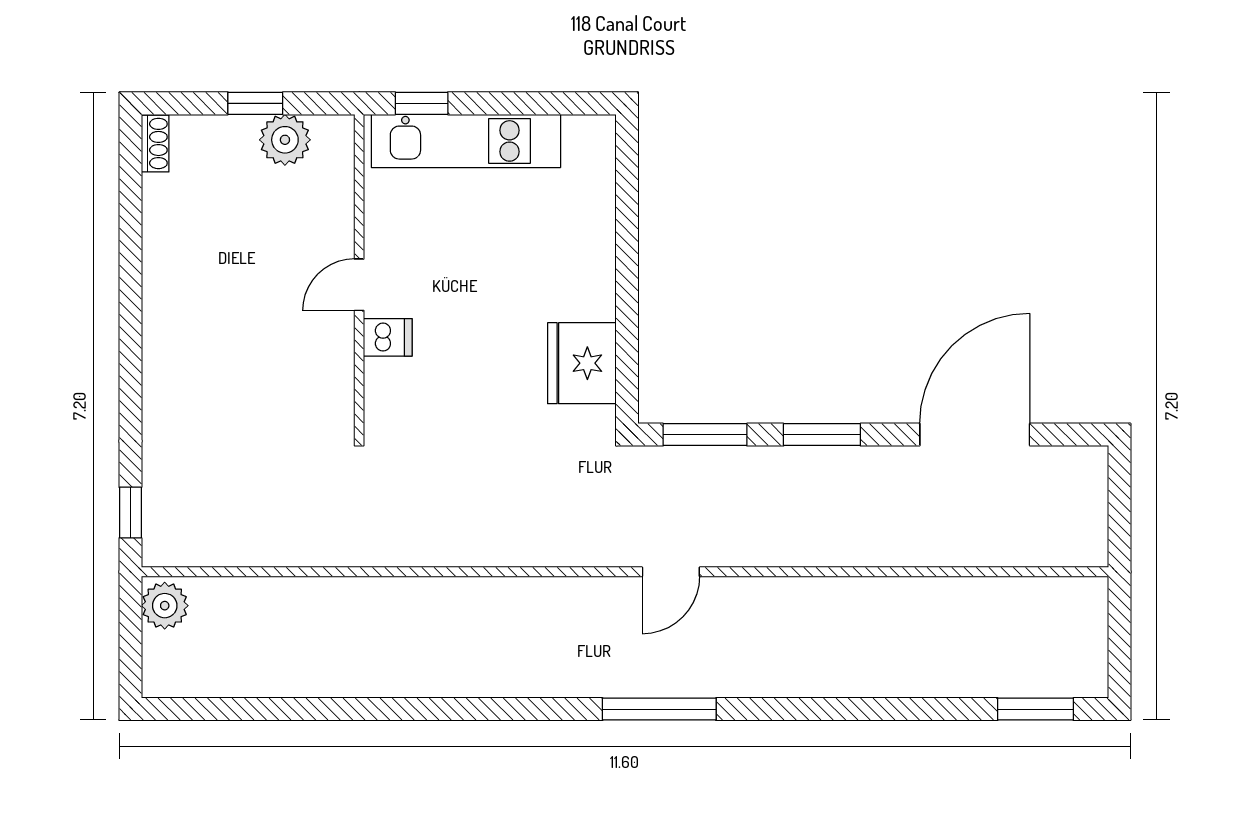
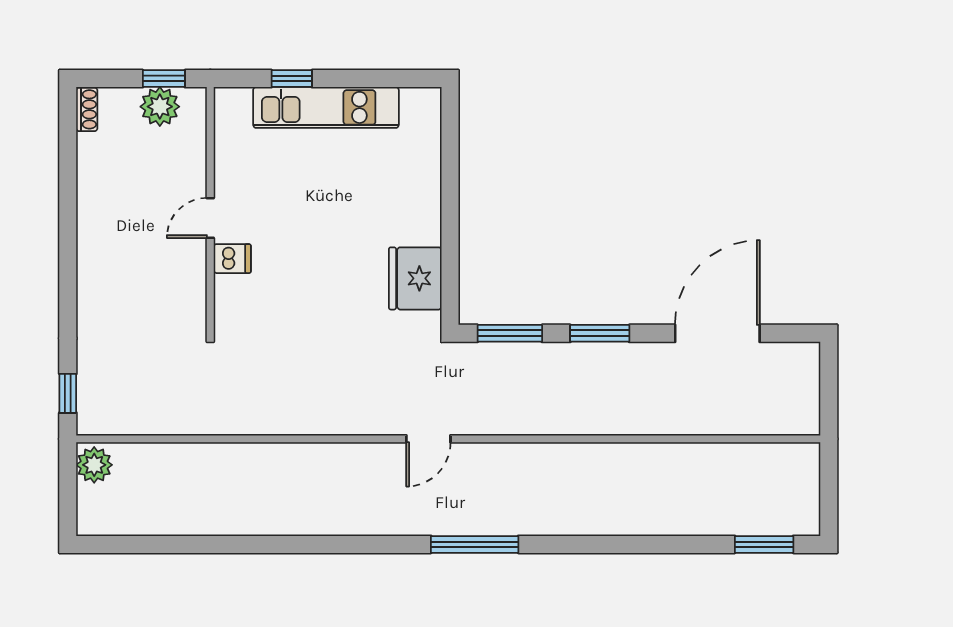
plant: (285, 140) -> (160, 107), moved
wall: (359, 275) -> (210, 211), moved
door: (359, 285) -> (210, 218), moved
dishwasher: (388, 337) -> (232, 259), moved
door: (671, 572) -> (428, 439), moved

